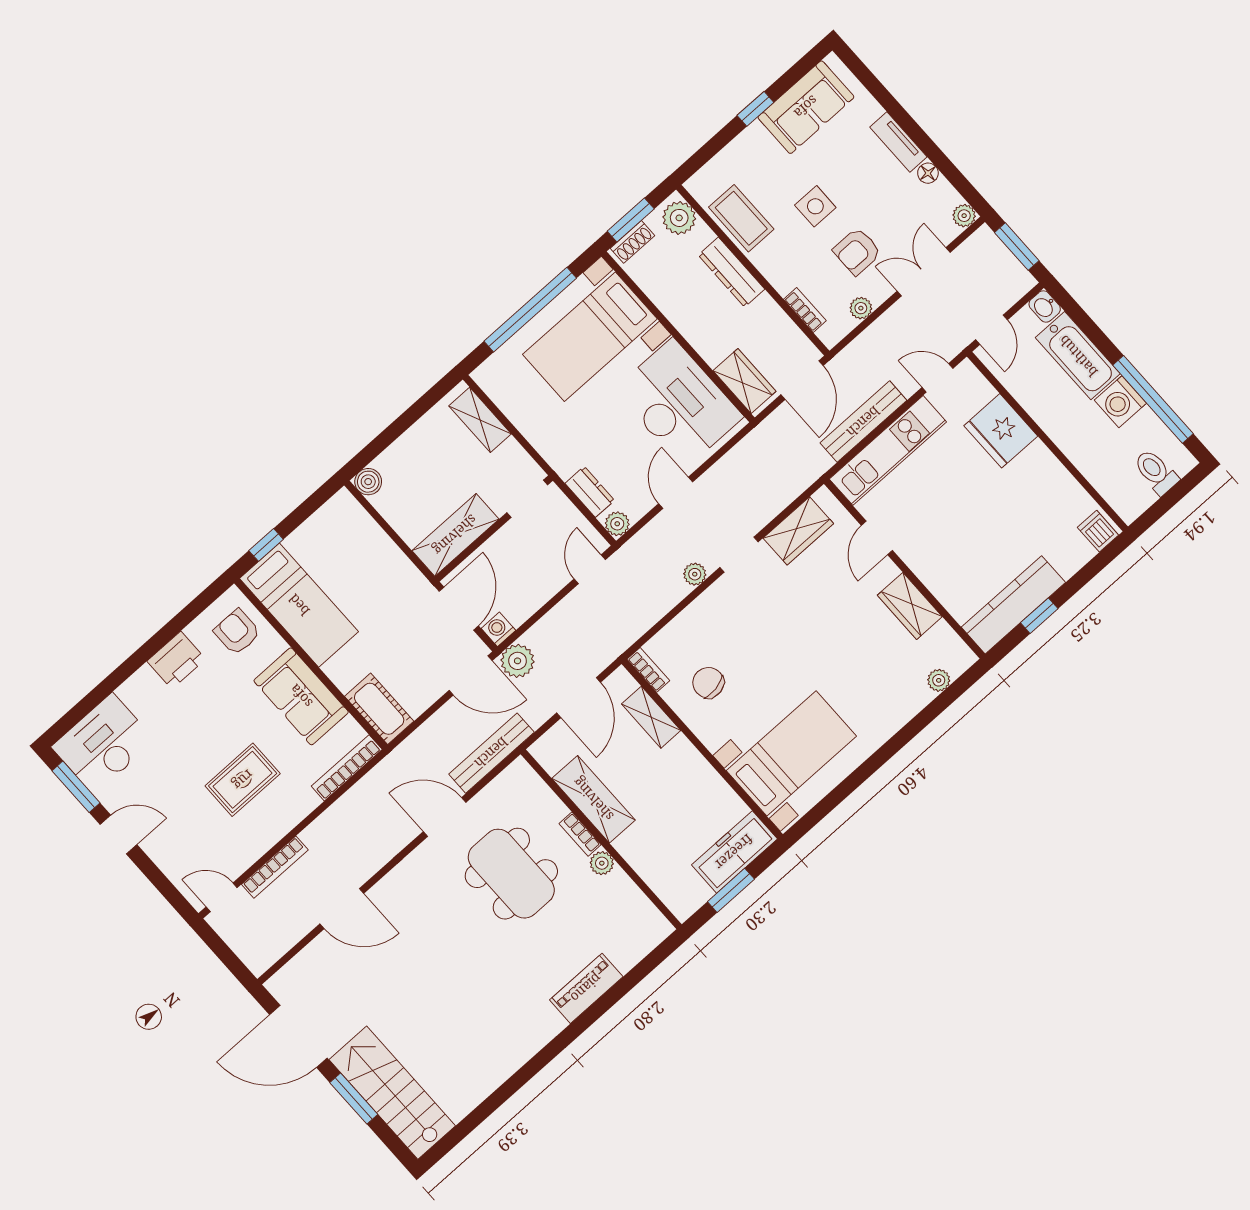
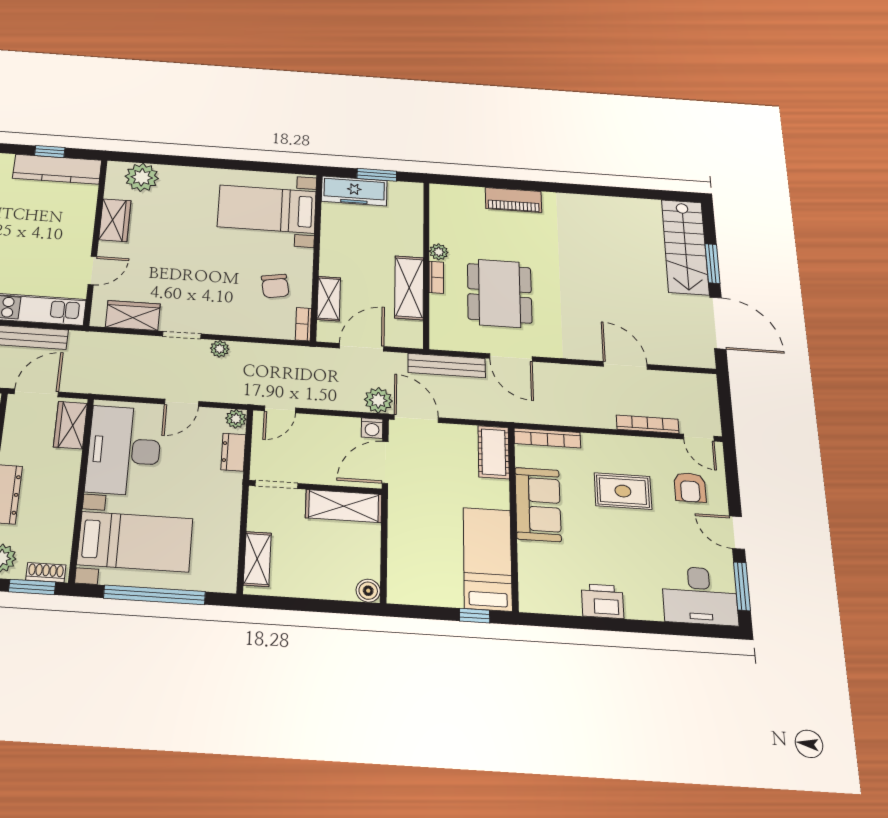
armchair: (237, 632) -> (690, 487), moved
plant: (939, 680) -> (142, 177), width x1.88, depth x1.88

